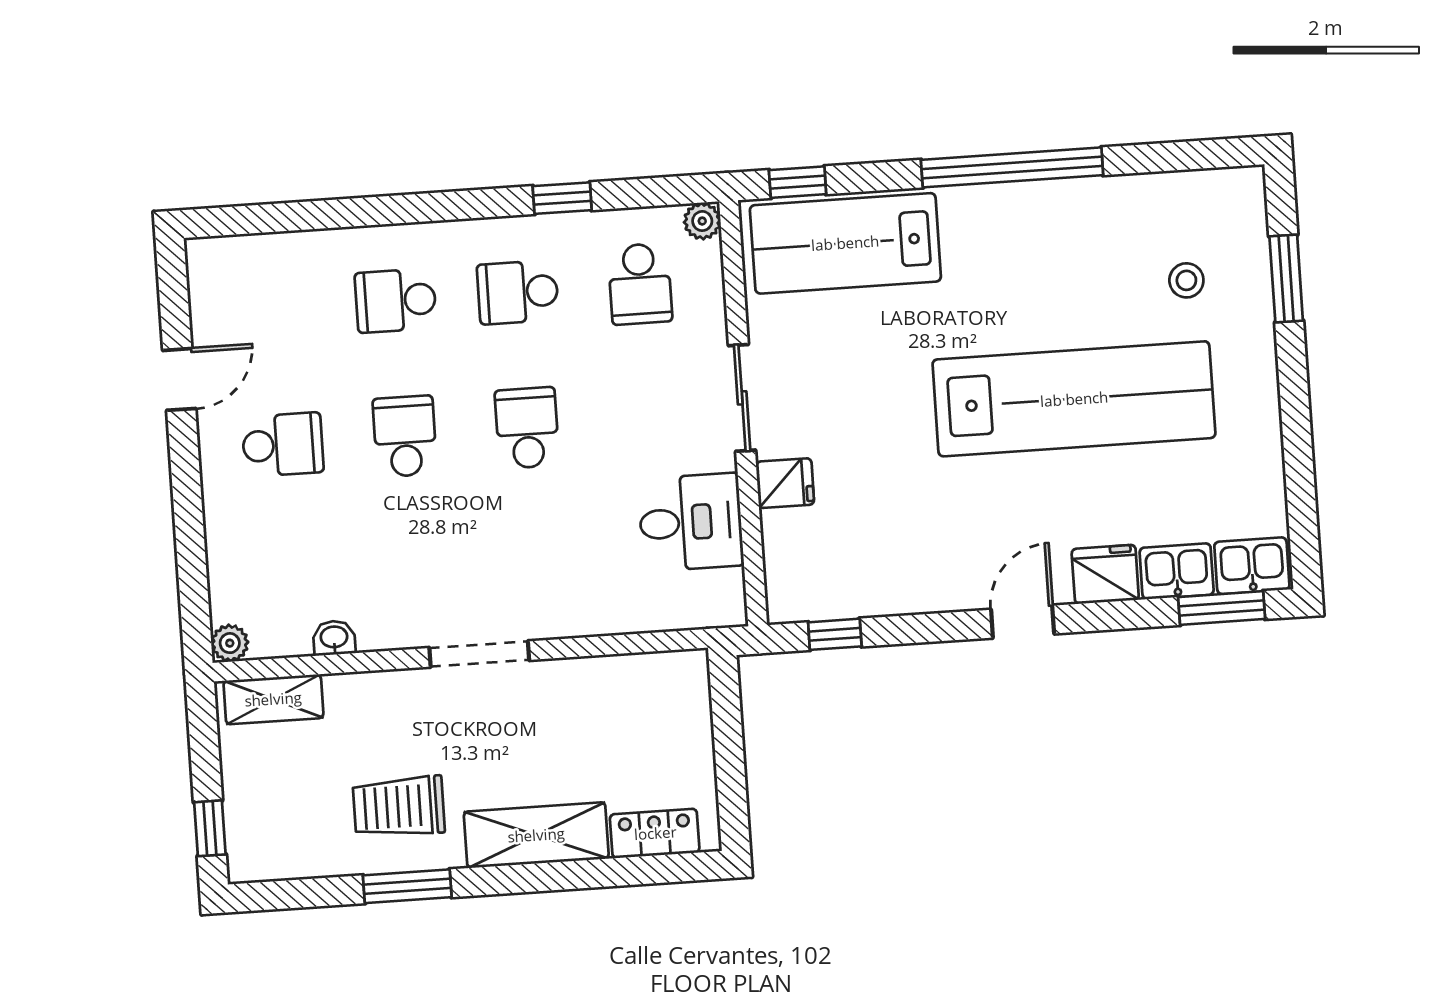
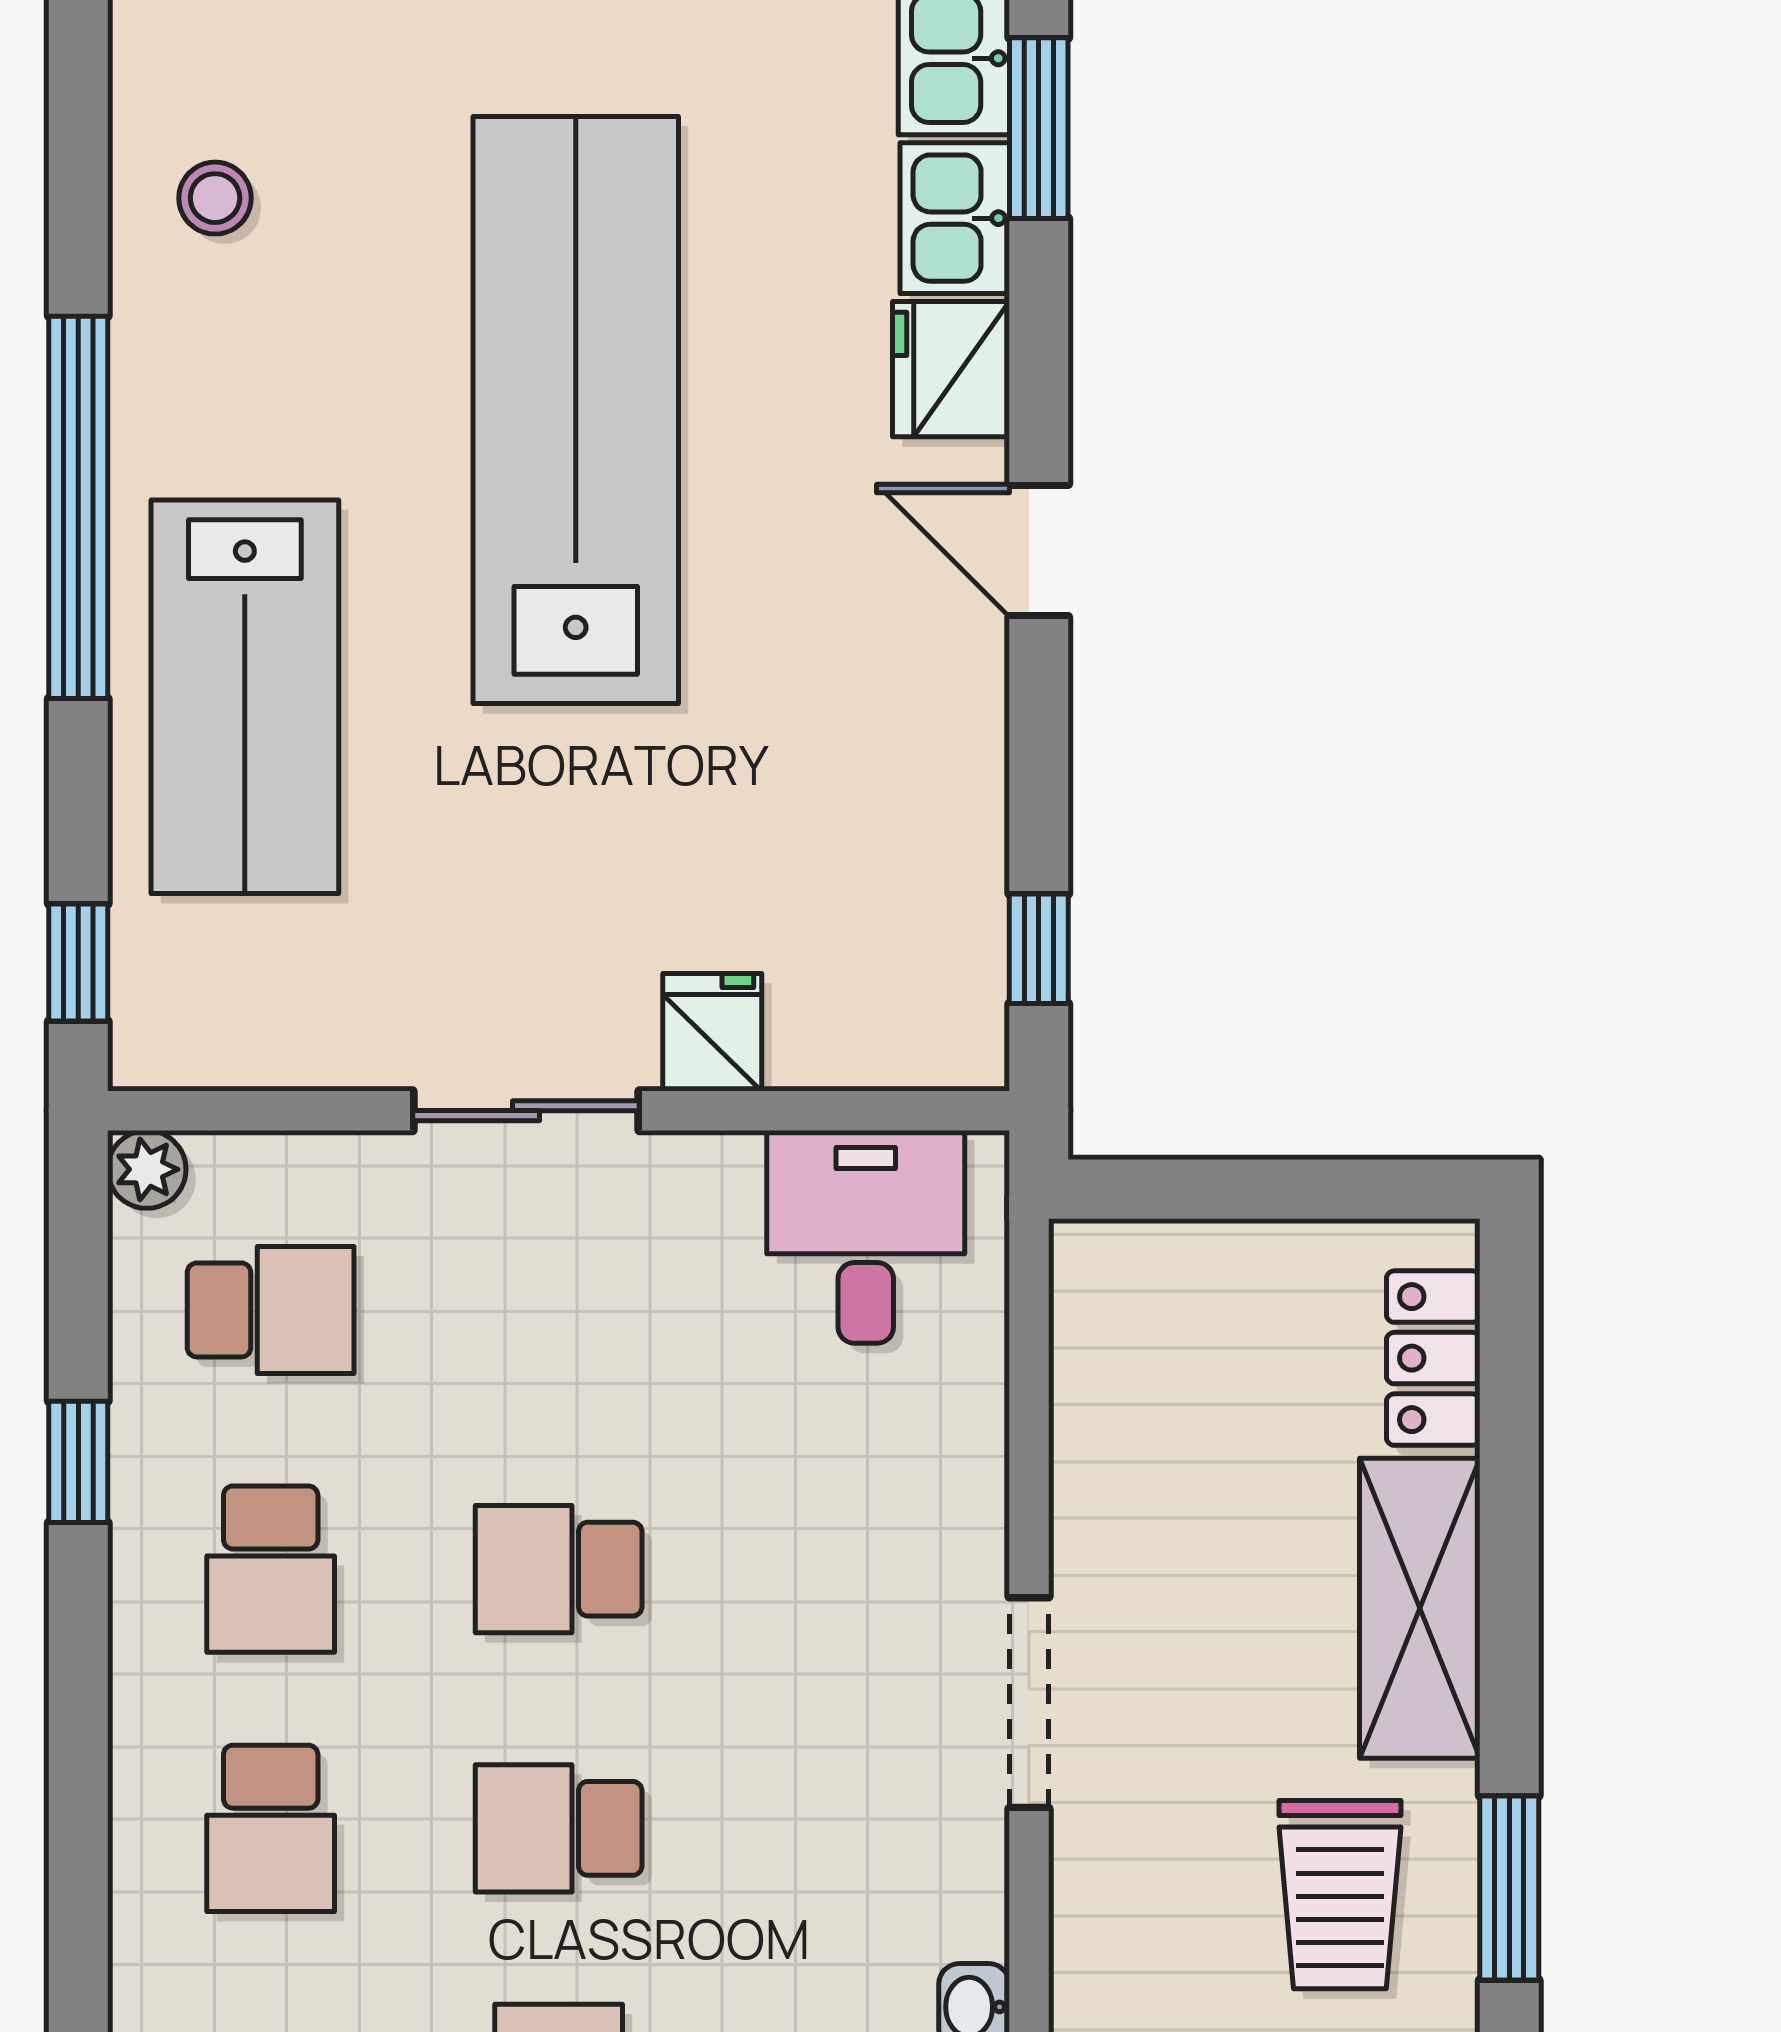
lab bench: (845, 243) -> (245, 697), moved
stool: (1186, 280) -> (215, 198), moved
desk: (691, 522) -> (866, 1237), moved

